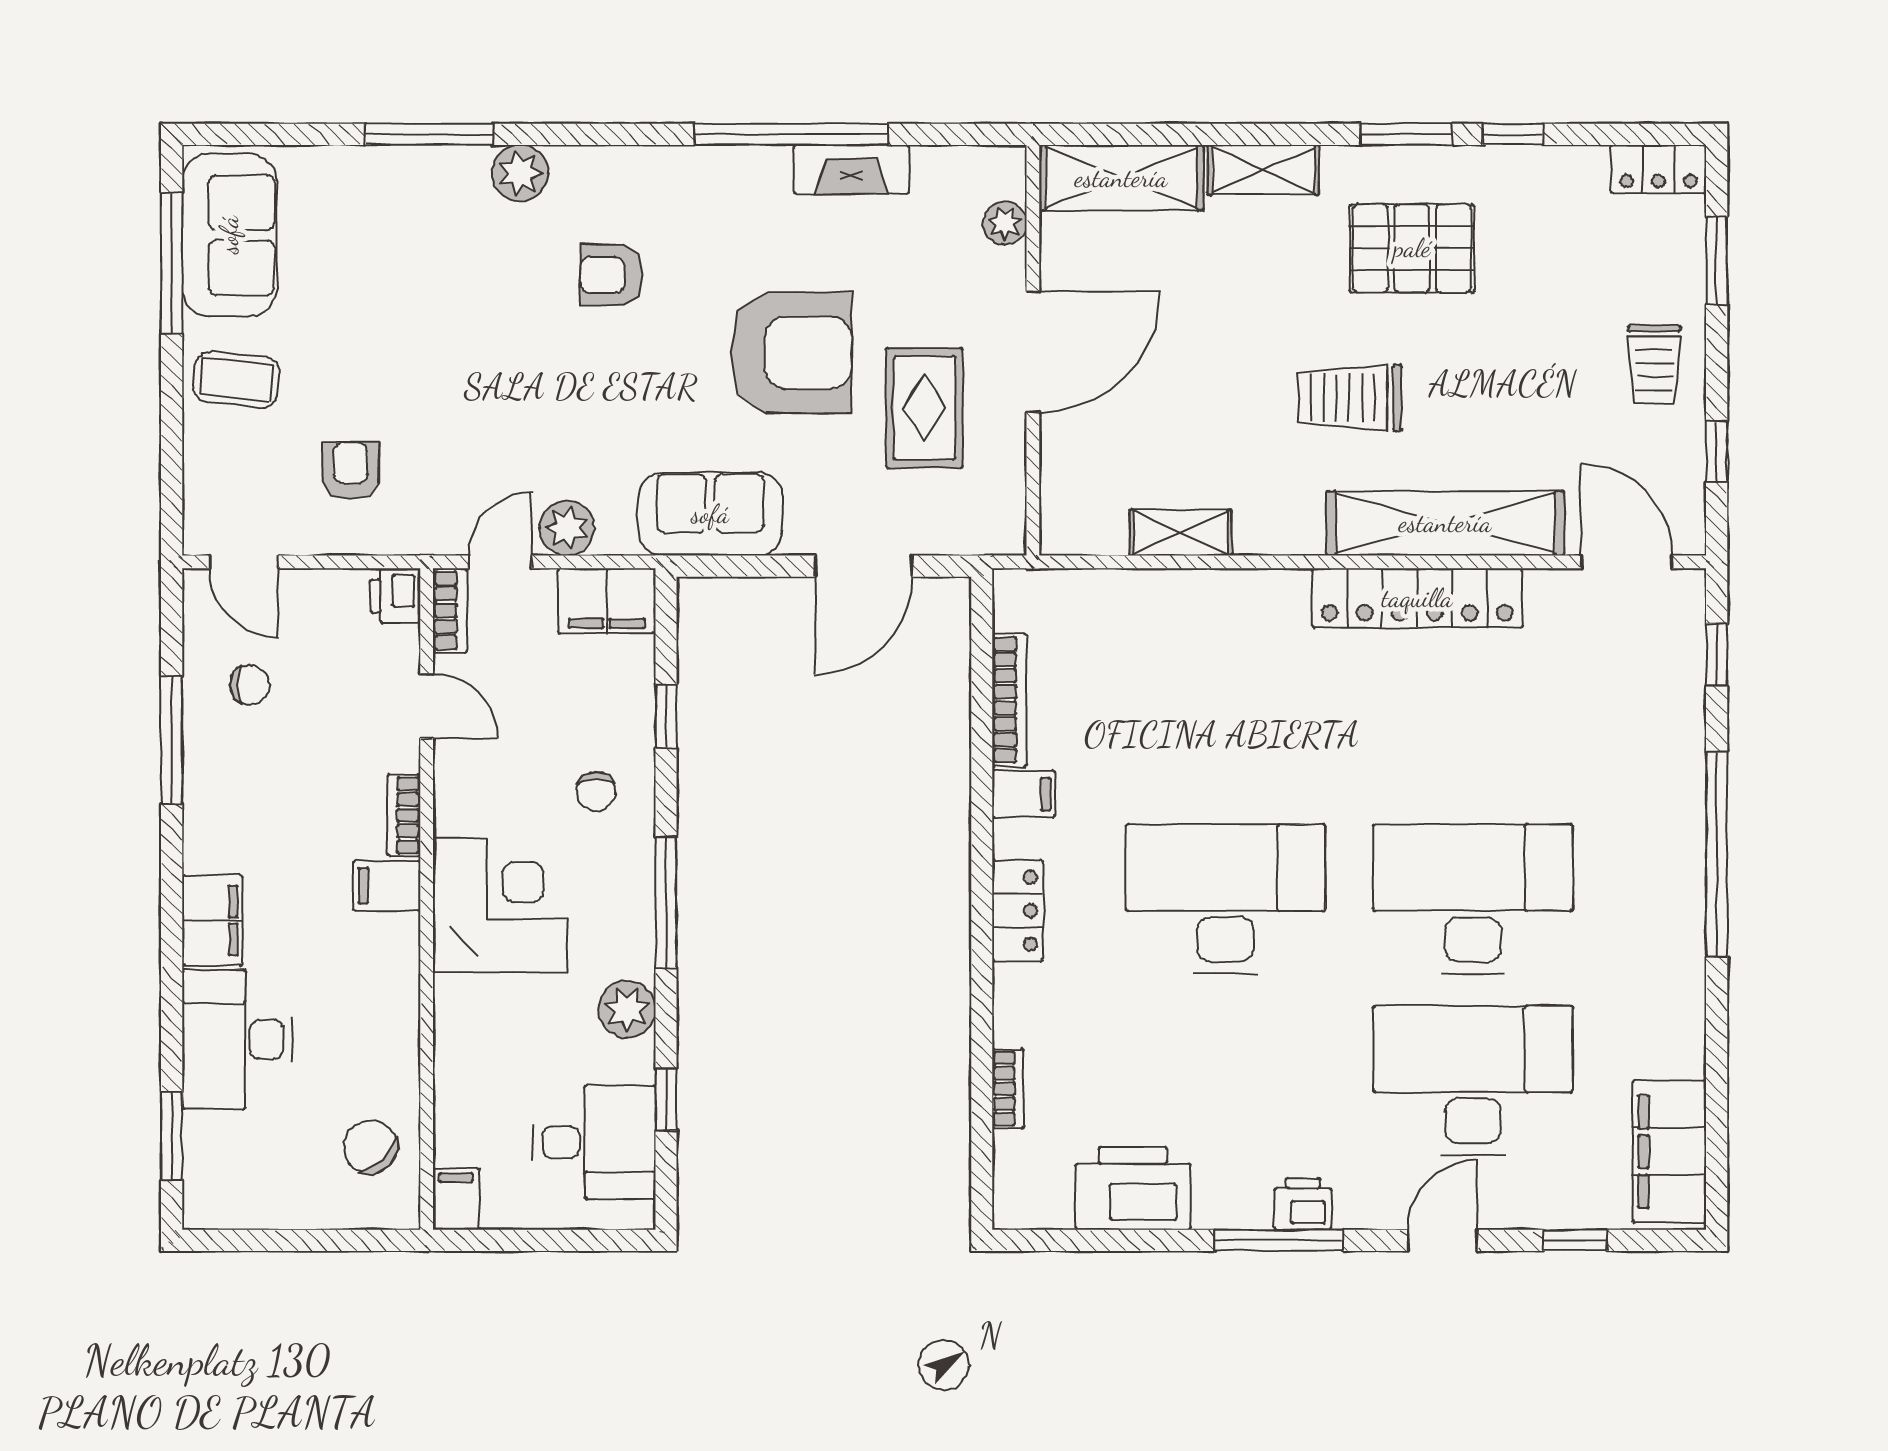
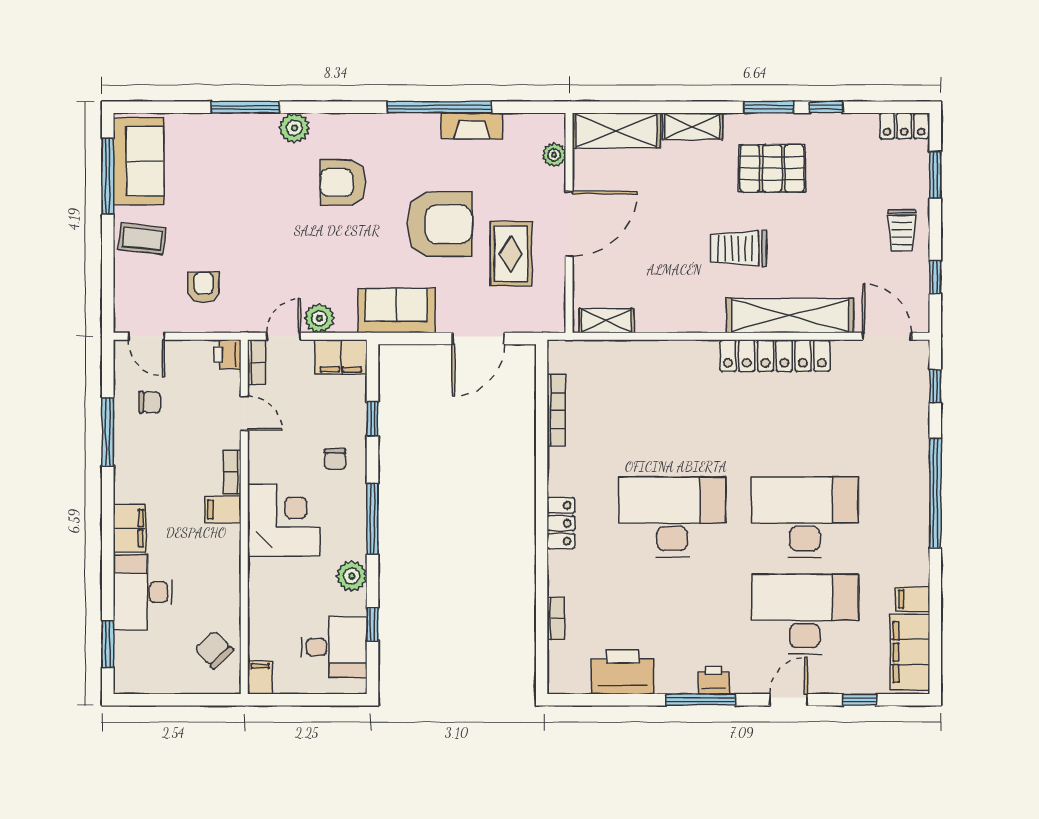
armchair: (611, 275) -> (343, 183), width x1.38, depth x1.38
shelving: (1180, 533) -> (606, 321), moved
filing cabinet: (1024, 794) -> (913, 599), moved, turned 180

